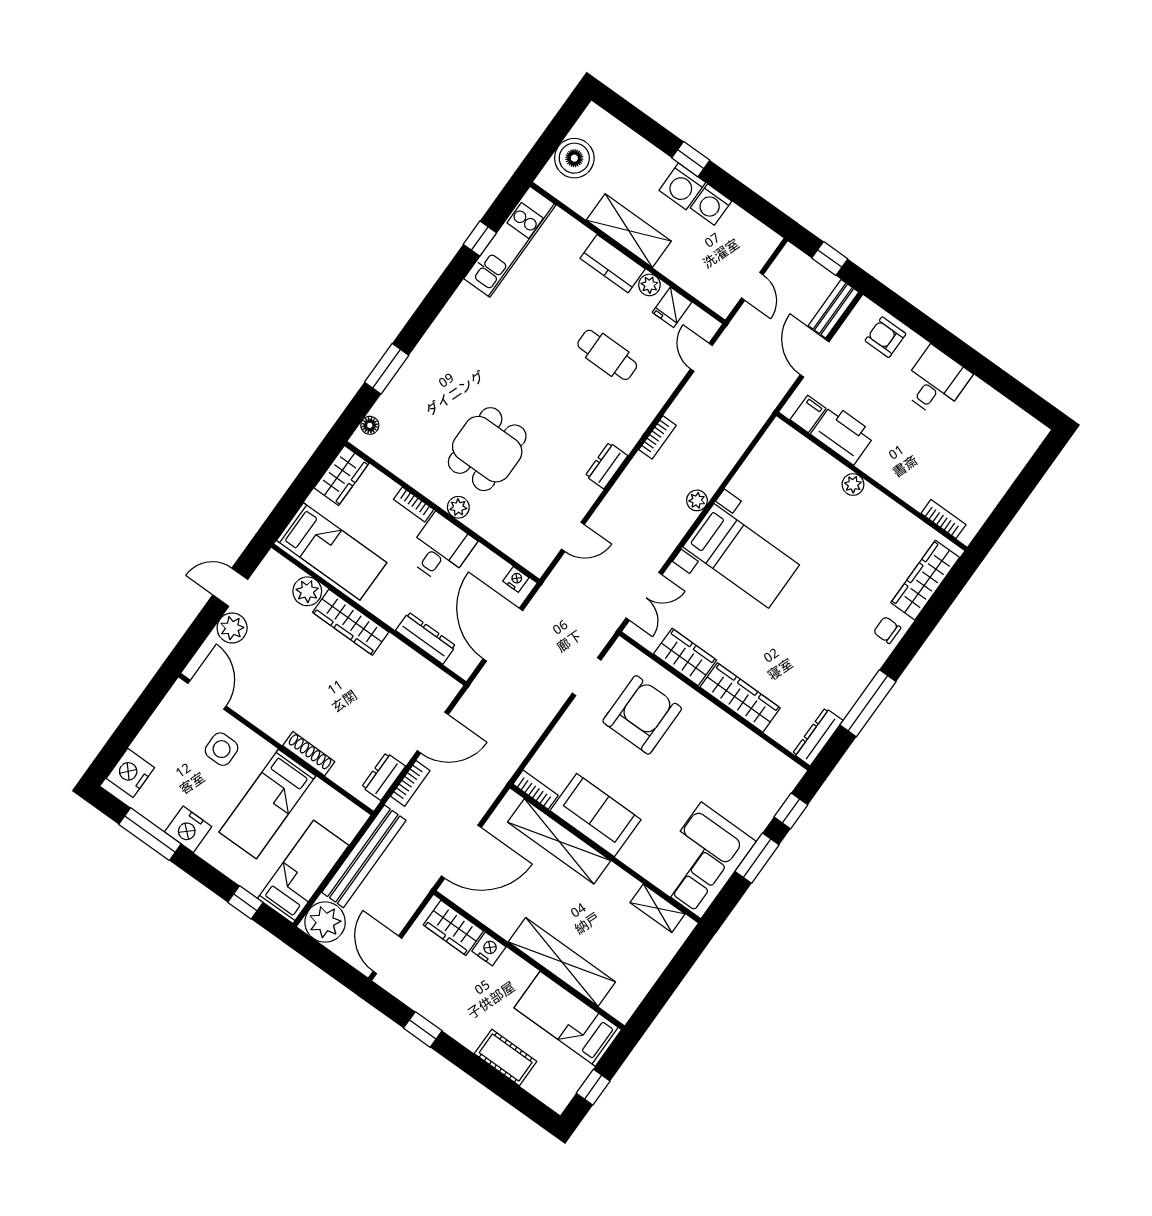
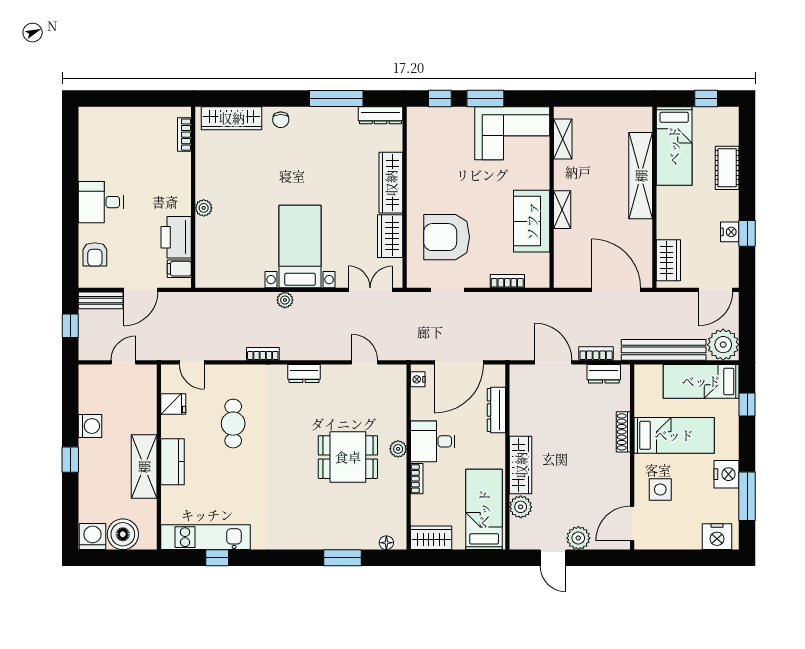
washing machine: (682, 186) -> (92, 537), moved, turned -90
plant: (649, 285) -> (169, 429), removed
door: (701, 357) -> (192, 362), hinge flipped
bookcase: (536, 790) -> (507, 281), moved, turned 90
shelving: (559, 841) -> (562, 210), width x0.45, depth x0.75
nightstand: (489, 949) -> (730, 232), moved, turned 180

